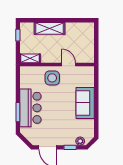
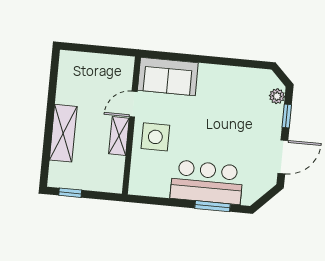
shelving: (30, 58) -> (119, 136), moved
sofa: (85, 103) -> (168, 77), moved

